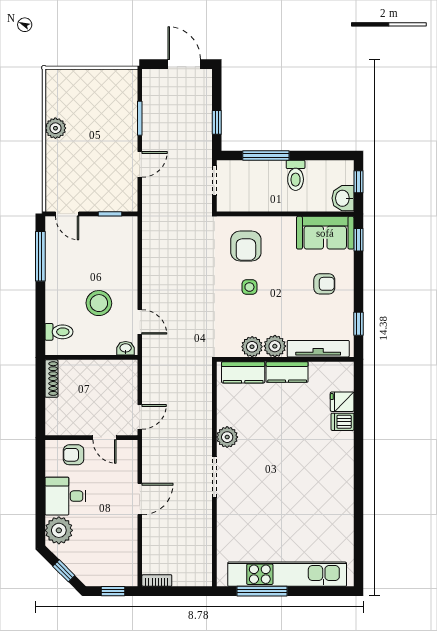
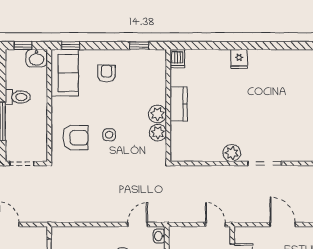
tv unit: (318, 349) -> (160, 79), removed
kitchen counter: (243, 372) -> (179, 140), removed
fridge: (342, 402) -> (239, 59), moved
dishwasher: (343, 422) -> (177, 59), moved

